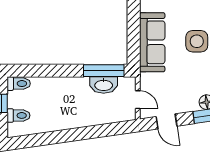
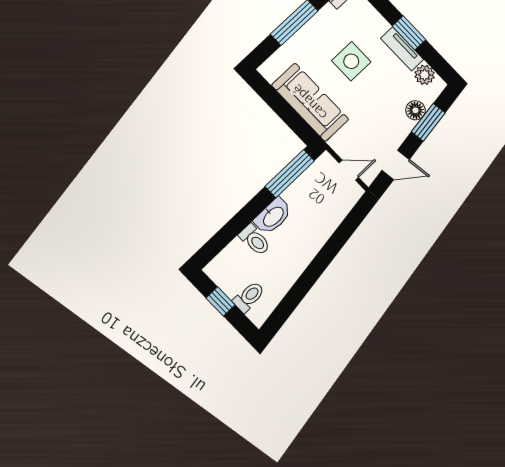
toilet: (19, 84) -> (255, 240), moved, turned 90
washbasin: (104, 85) -> (273, 216), moved

